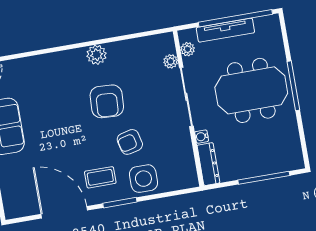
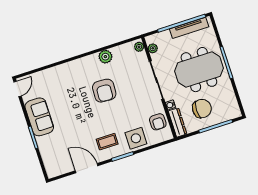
tv unit: (225, 30) -> (189, 28), moved
plant: (97, 55) -> (105, 57), moved
plant: (171, 61) -> (139, 47), moved
armchair: (130, 142) -> (158, 122), moved, turned -76
chair: (247, 149) -> (202, 109), added
door: (64, 212) -> (87, 168), width x0.73

